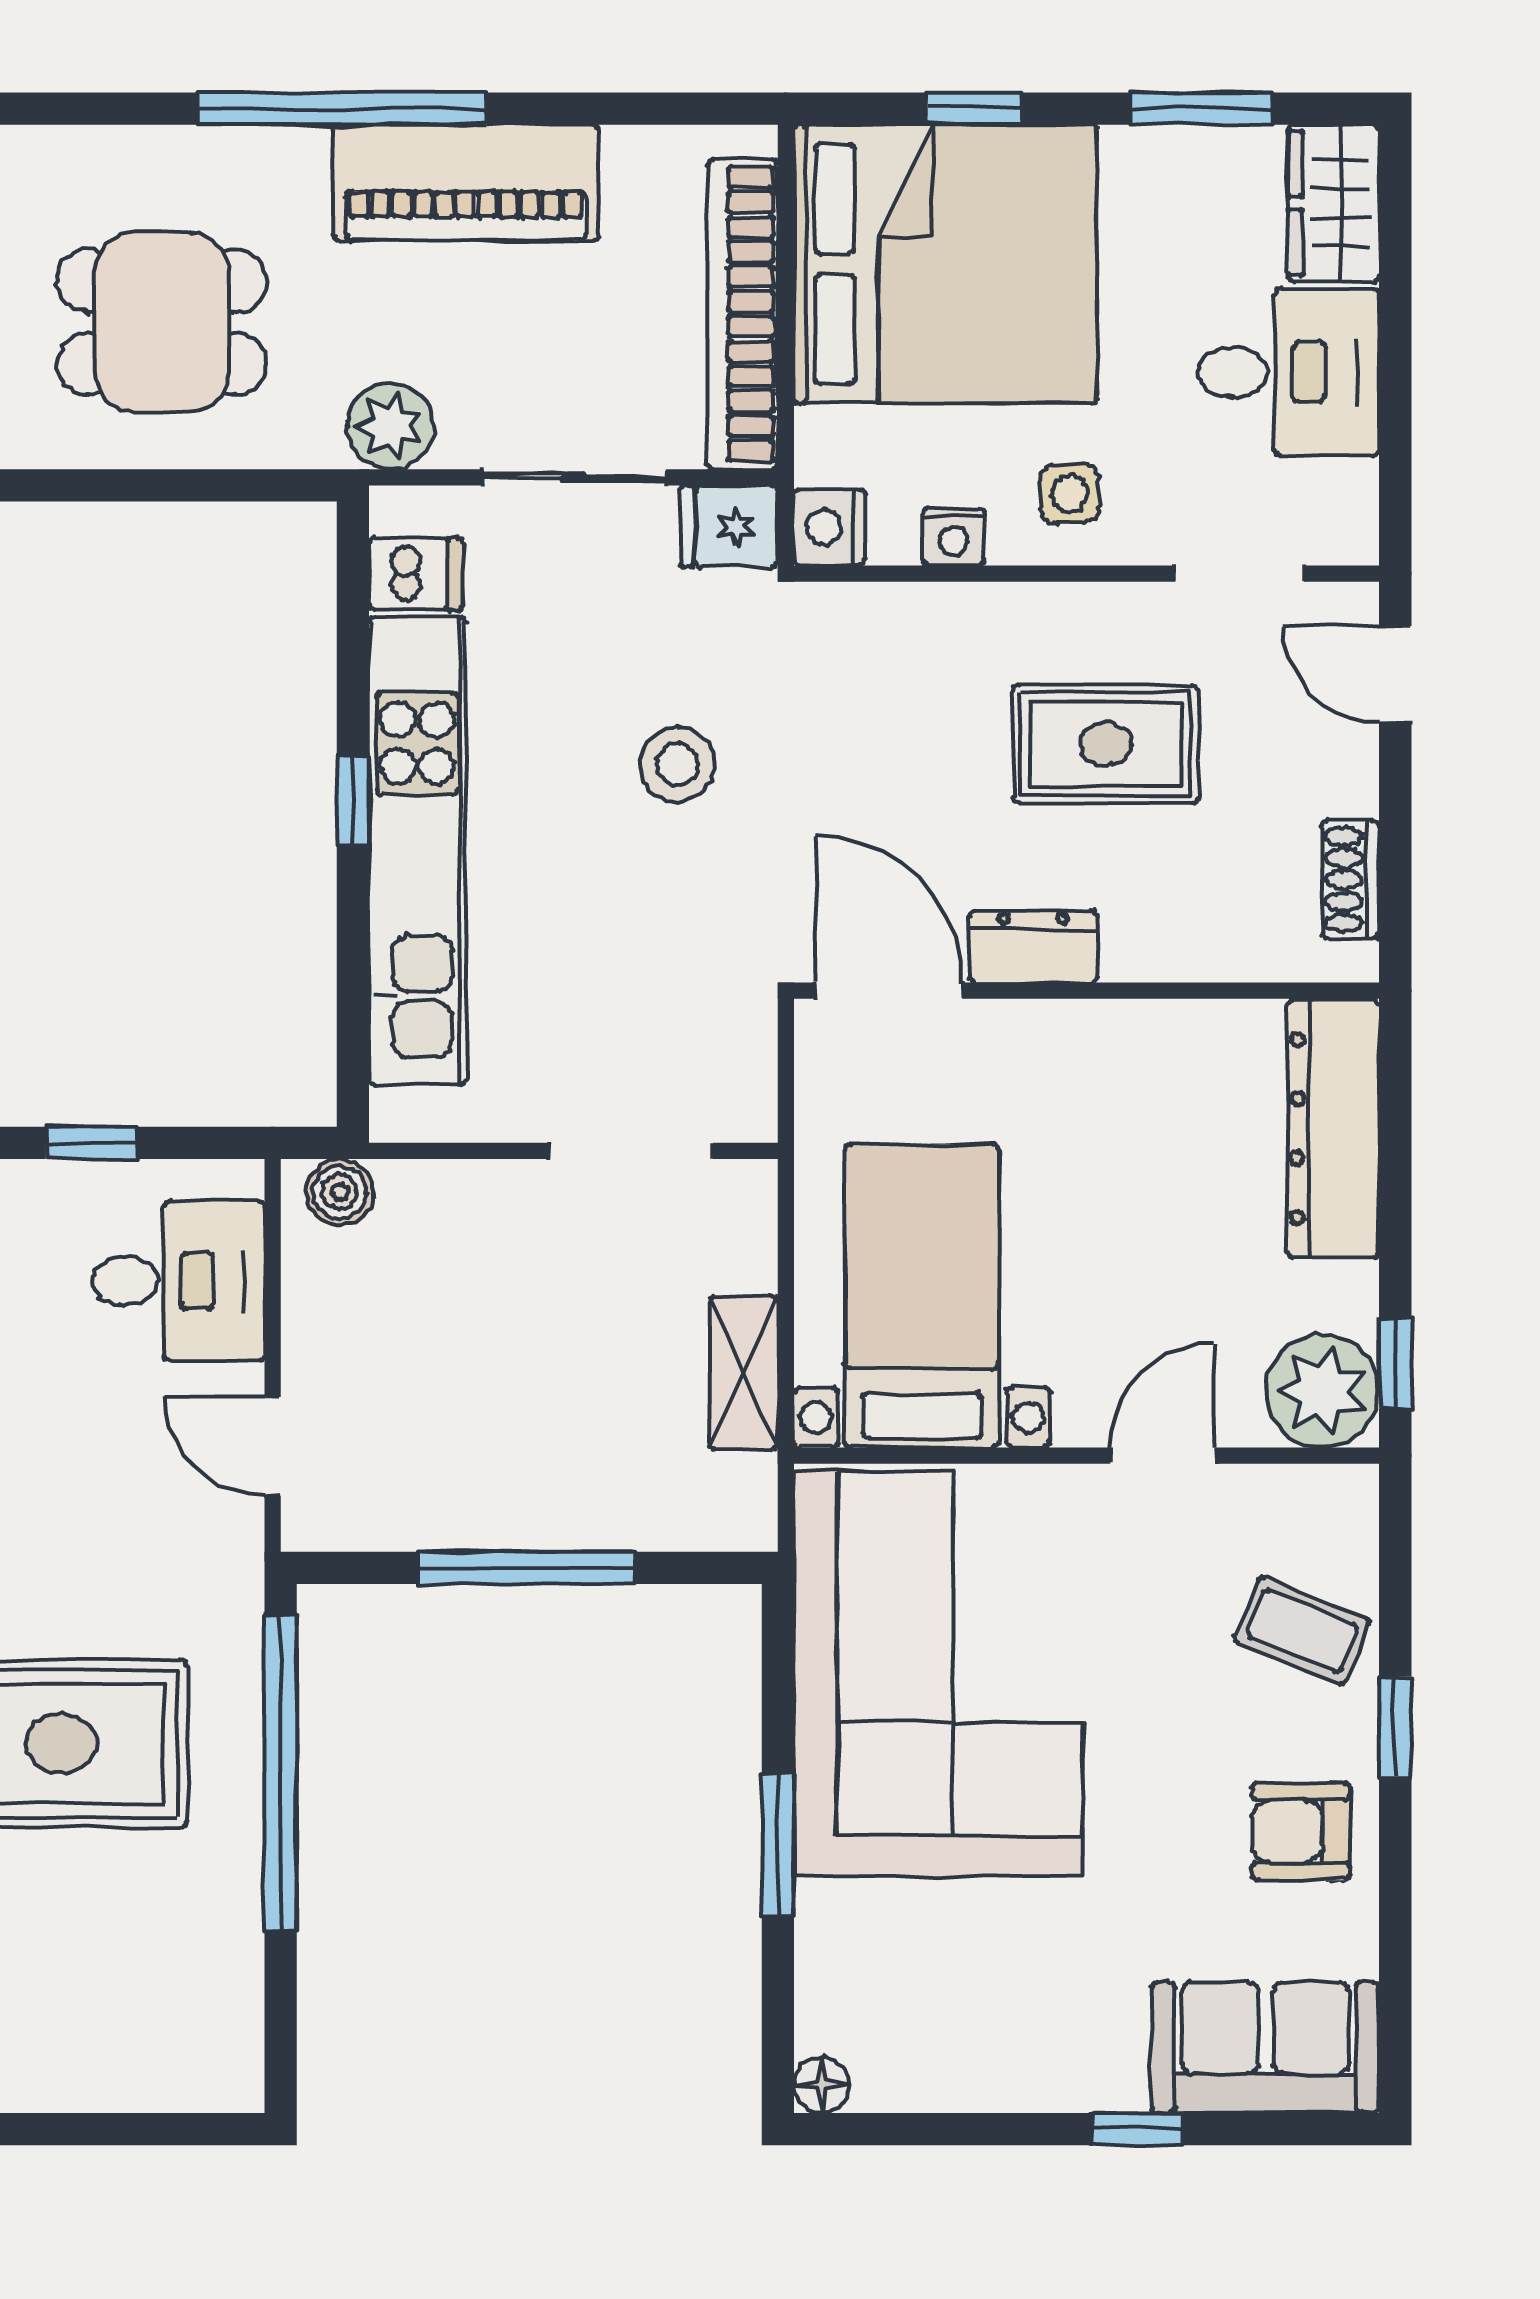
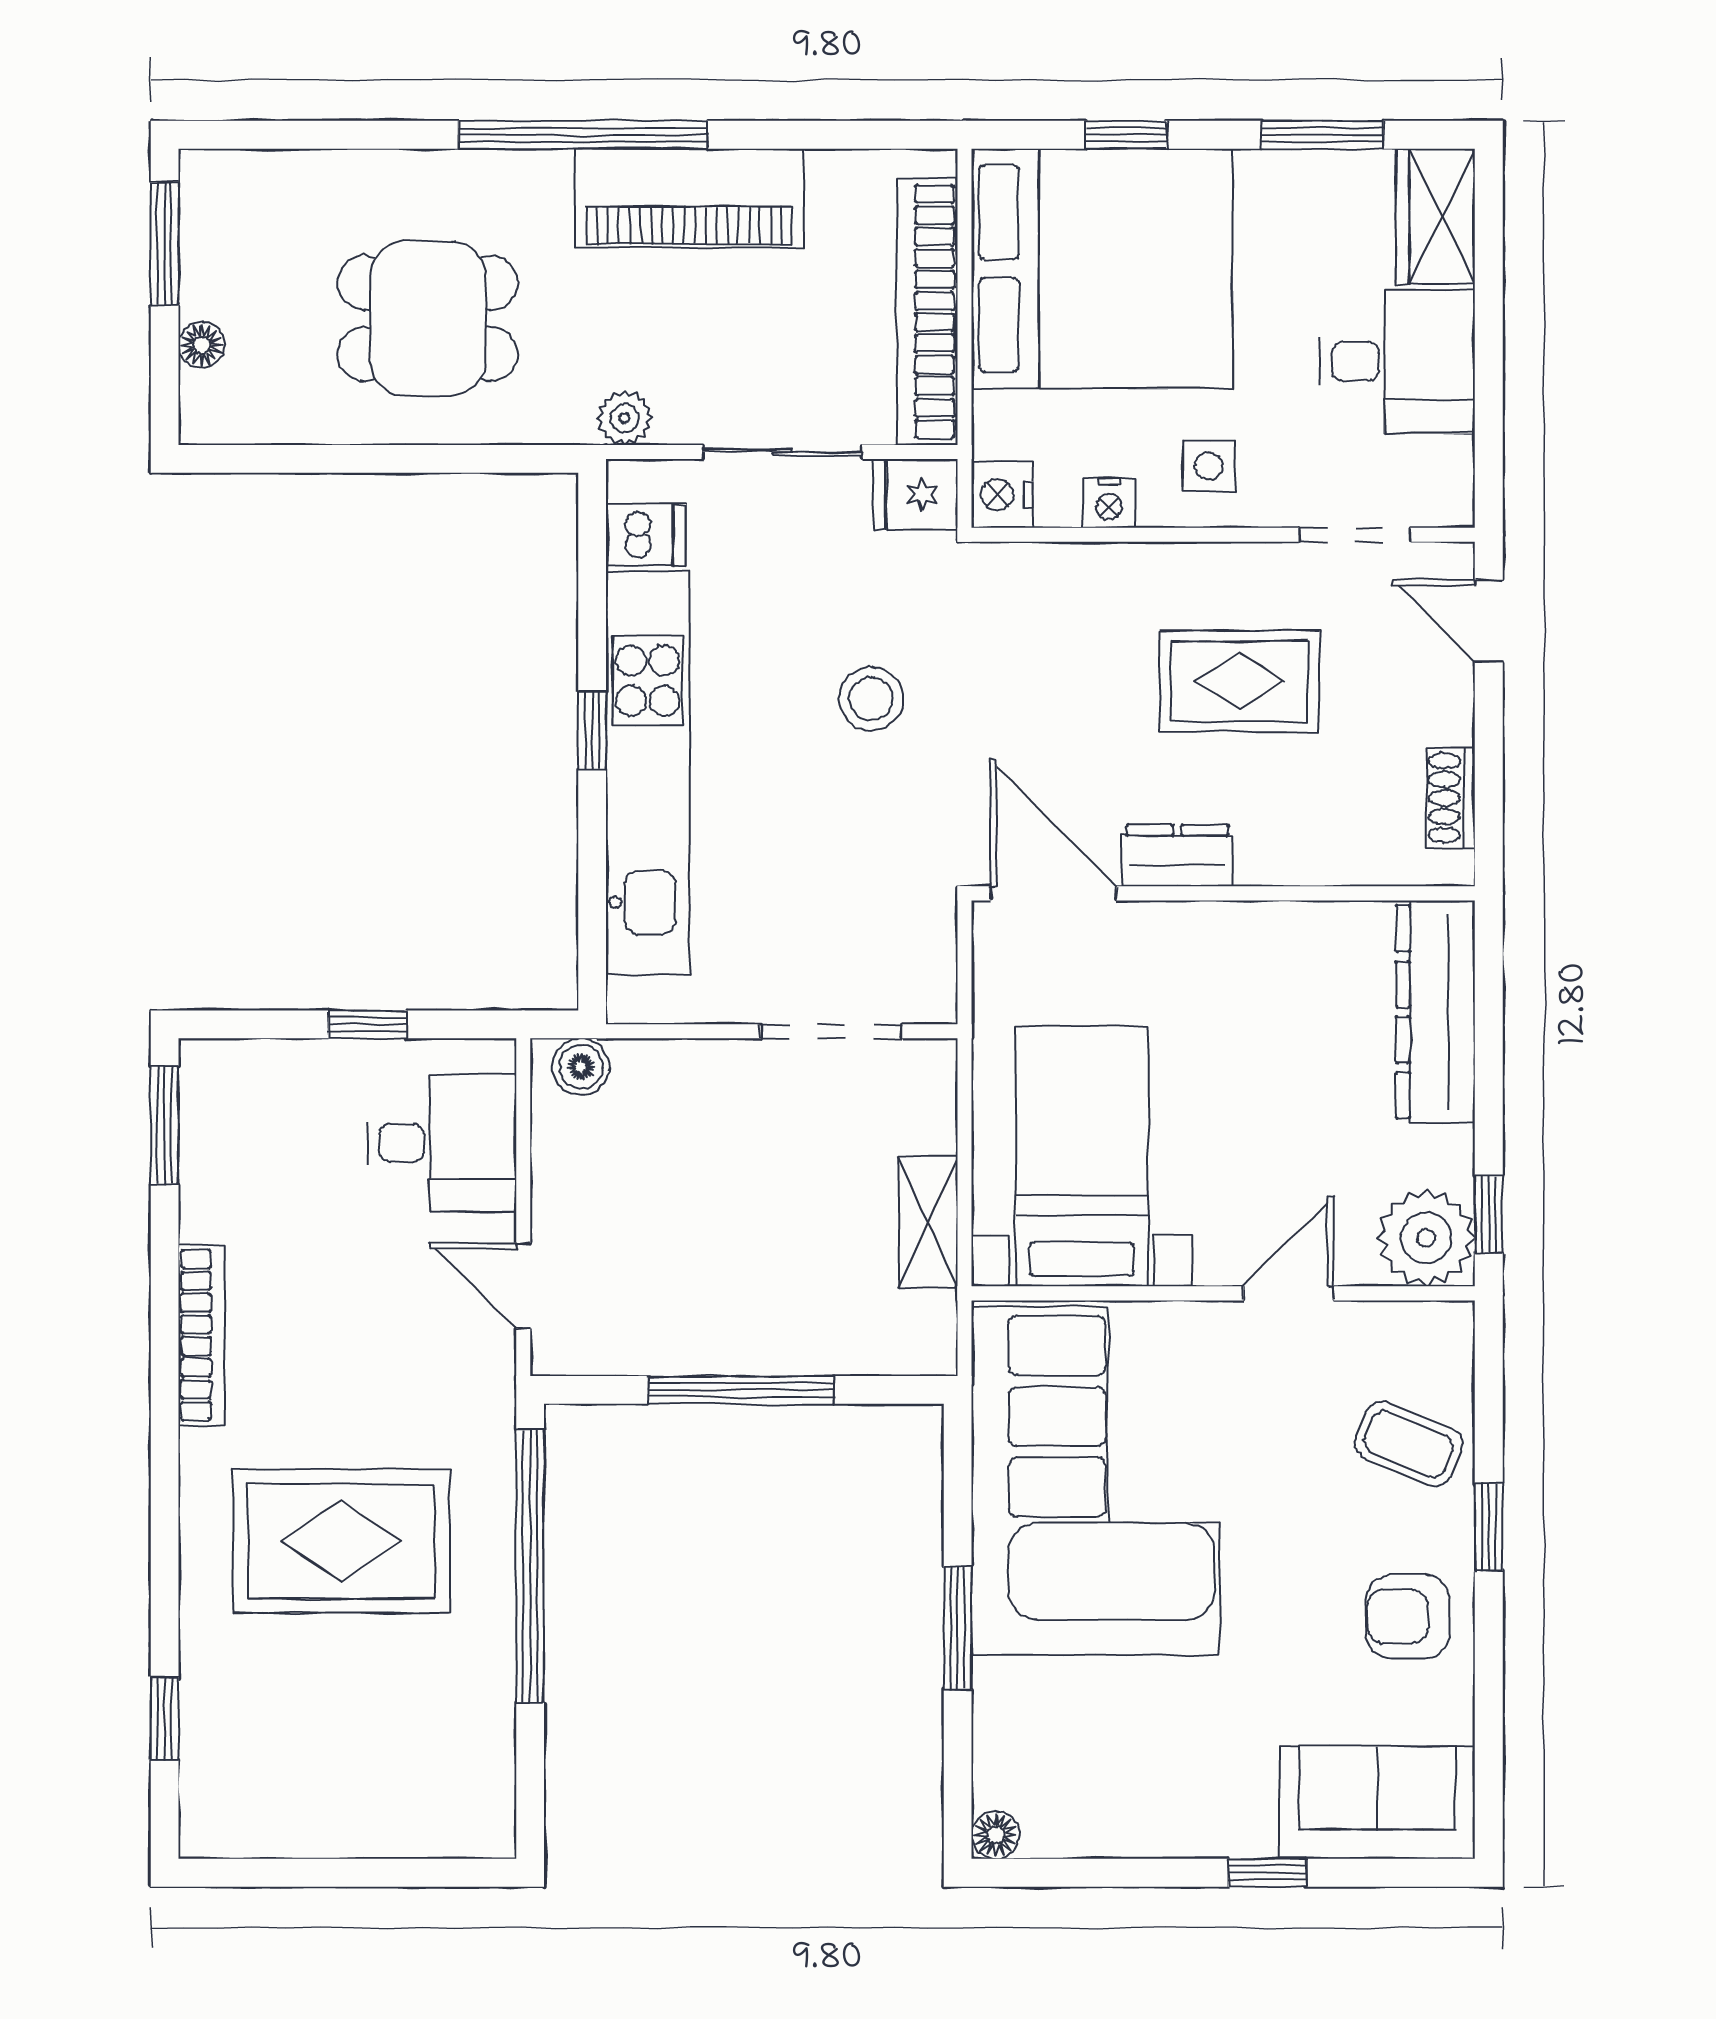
plant: (390, 426) -> (624, 418), width x0.73, depth x0.73

